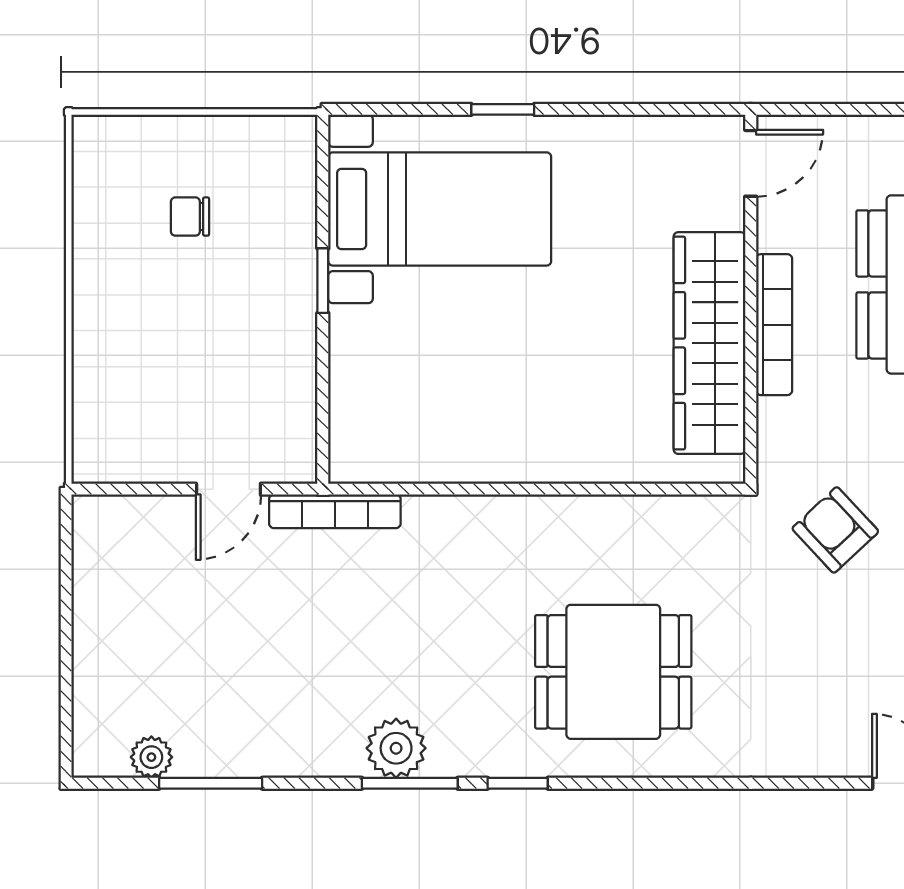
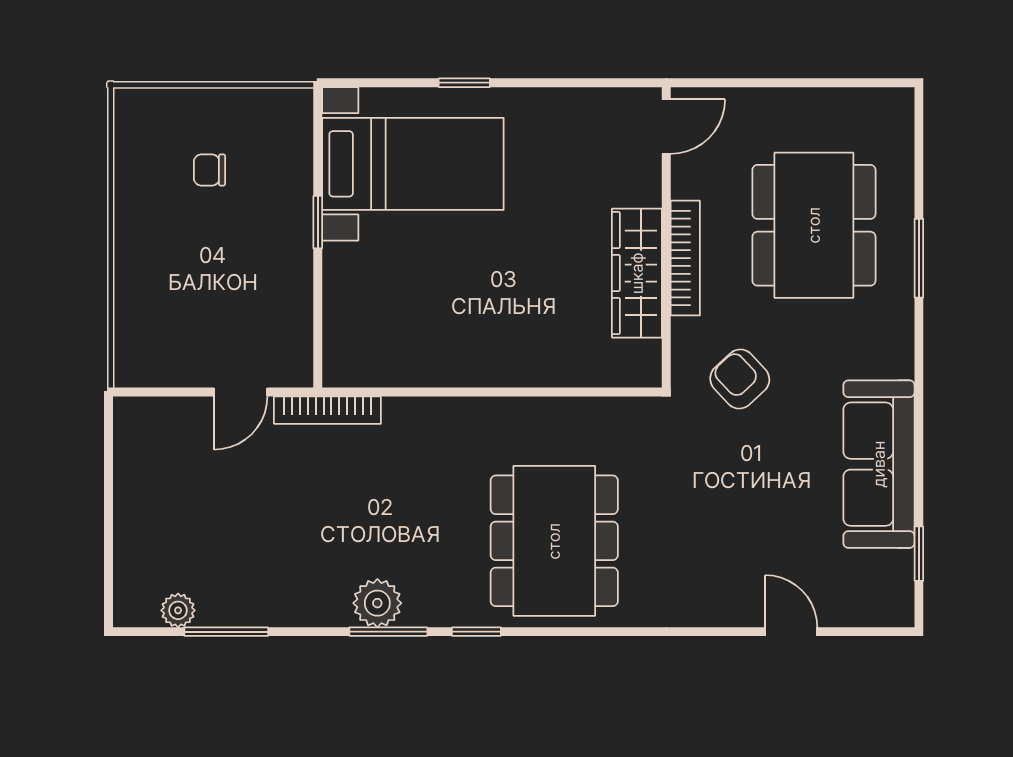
wardrobe: (709, 343) -> (637, 273), width x0.71, depth x0.85
armchair: (835, 530) -> (740, 379), moved
dining table: (613, 672) -> (554, 541), width x1.38

